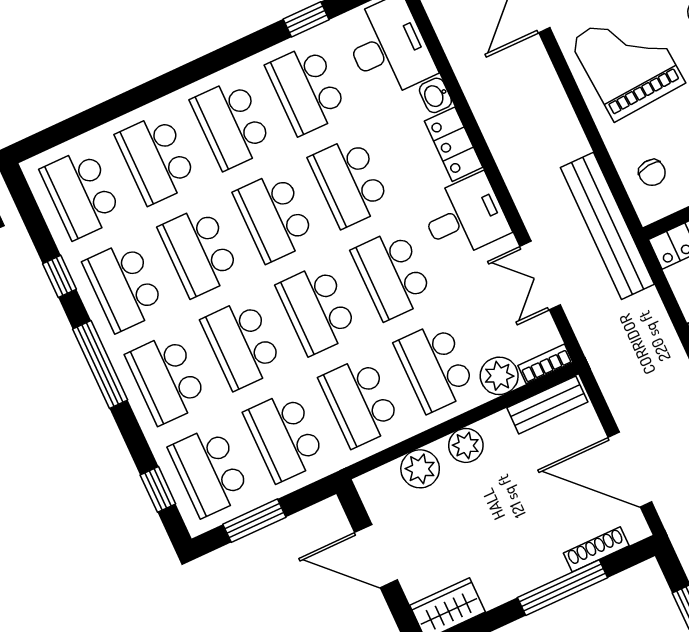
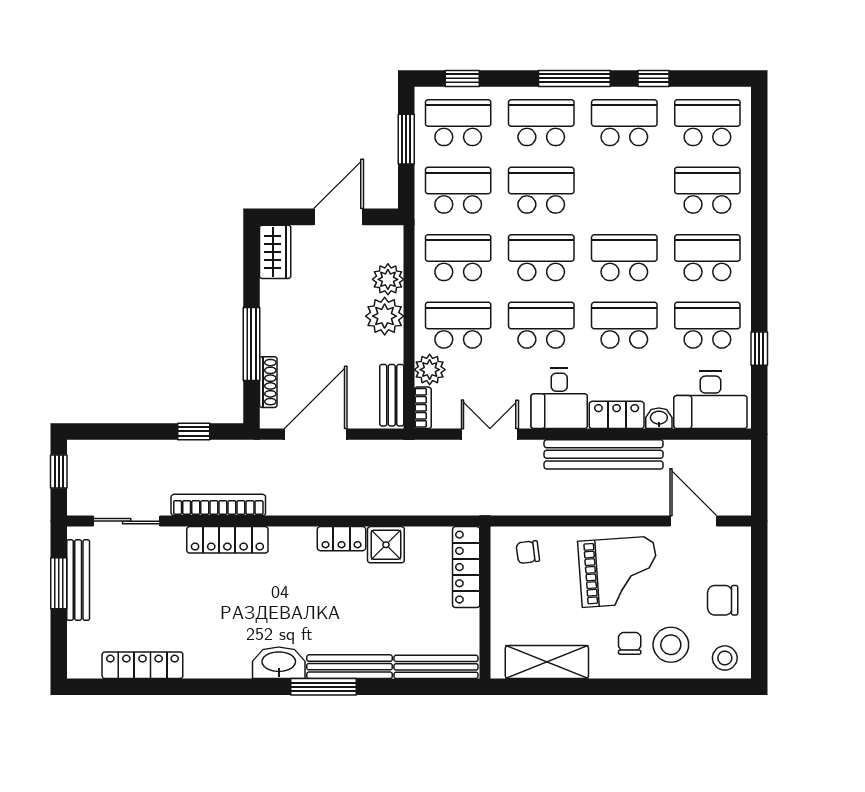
bench: (607, 226) -> (604, 454), moved
school desk: (199, 251) -> (624, 190), removed
plant: (466, 445) -> (385, 316), width x1.36, depth x1.36

